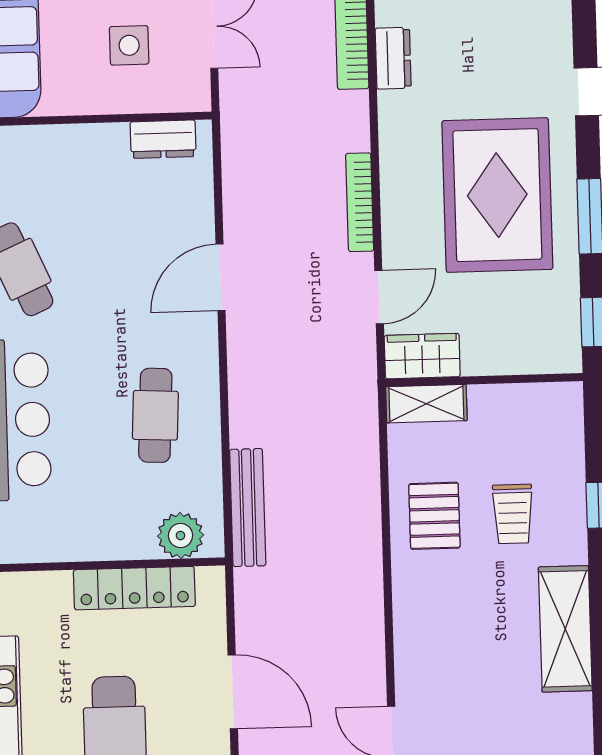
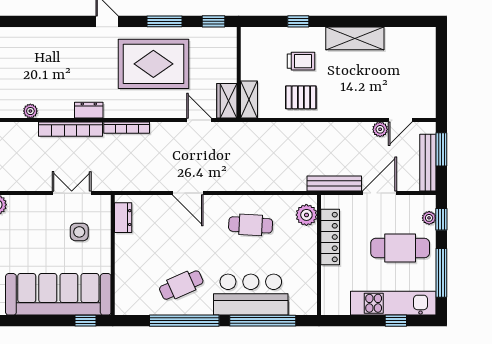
bookcase: (360, 202) -> (127, 128), moved
bench: (248, 508) -> (334, 184), moved
plant: (370, 689) -> (380, 129), added

